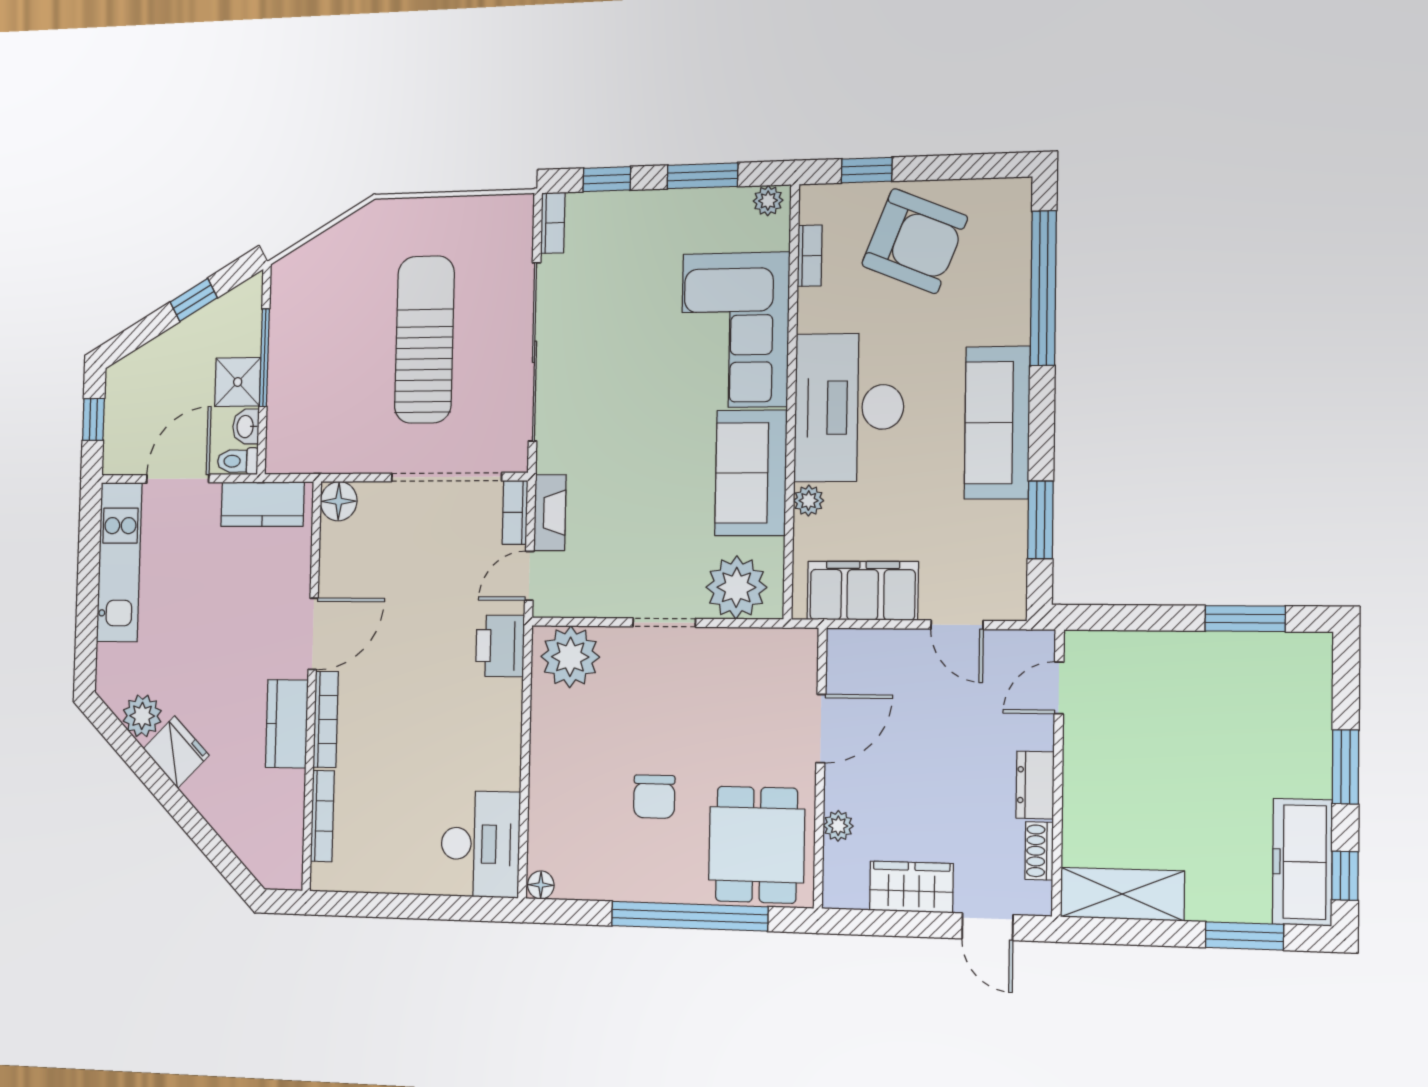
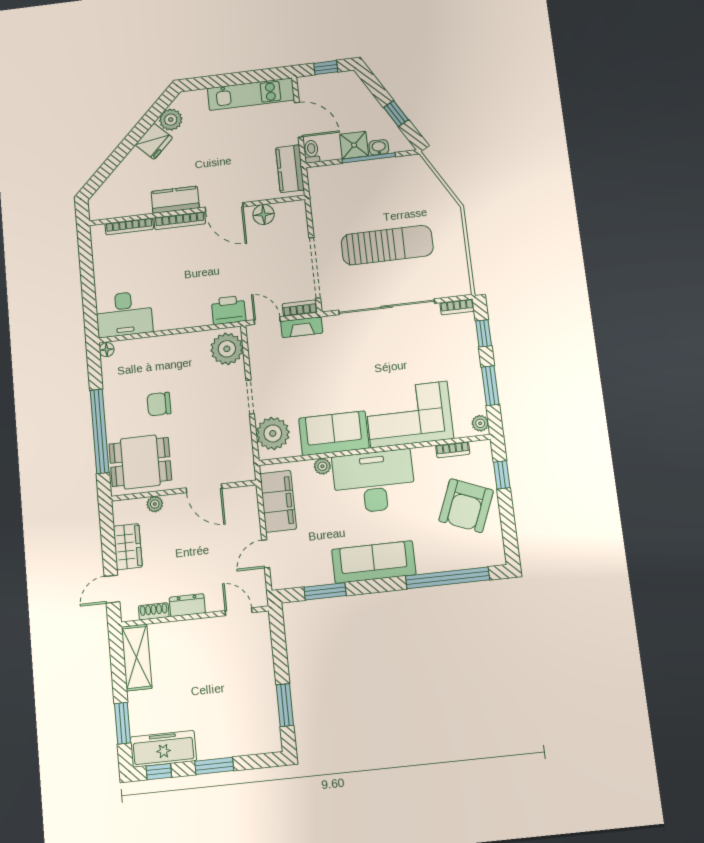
washbasin: (246, 427) -> (379, 147), moved
floor lamp: (339, 501) -> (264, 214), moved

